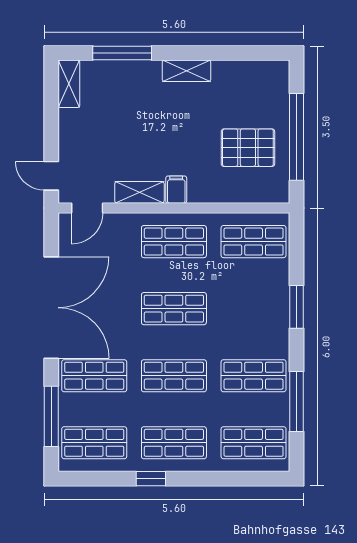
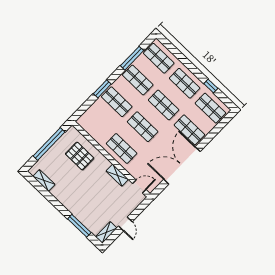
shelving: (187, 71) -> (44, 180), moved
pallet: (248, 148) -> (80, 156), moved
door: (51, 176) -> (125, 224), moved
filing cabinet: (176, 190) -> (105, 165), removed
shop shelf: (254, 242) -> (117, 102), moved
window: (51, 416) -> (216, 130), removed
window: (151, 479) -> (211, 86), moved

